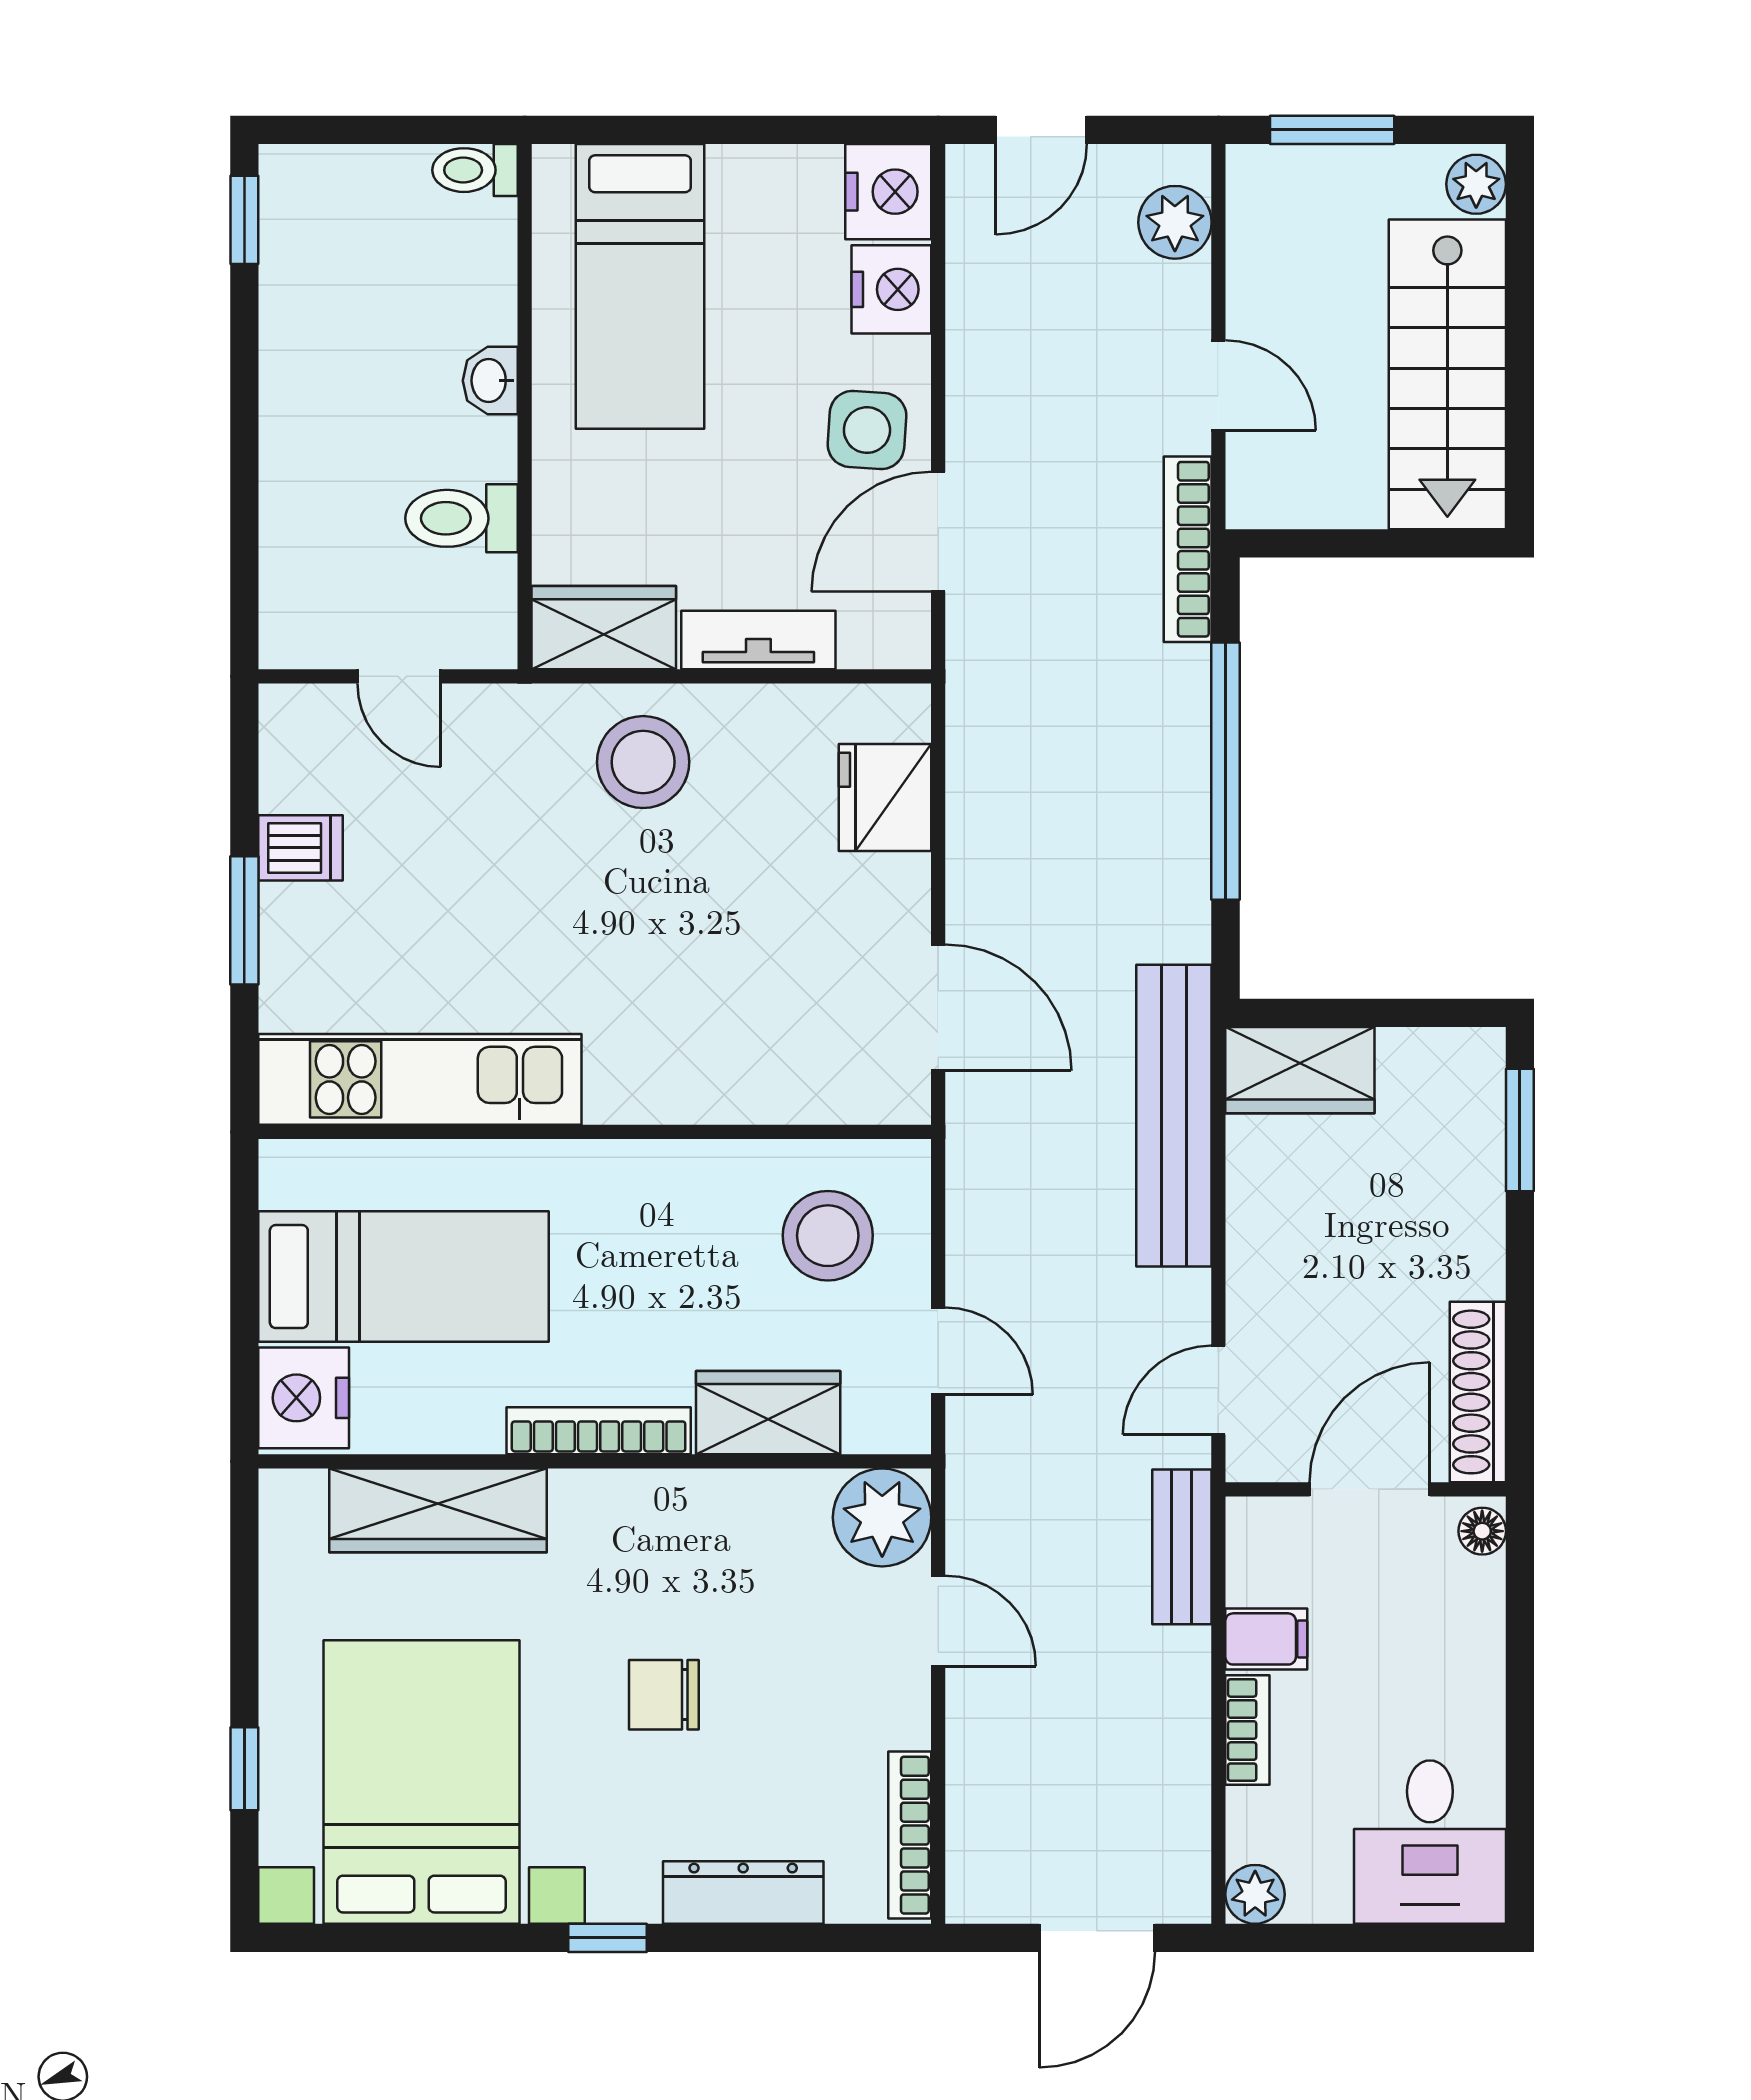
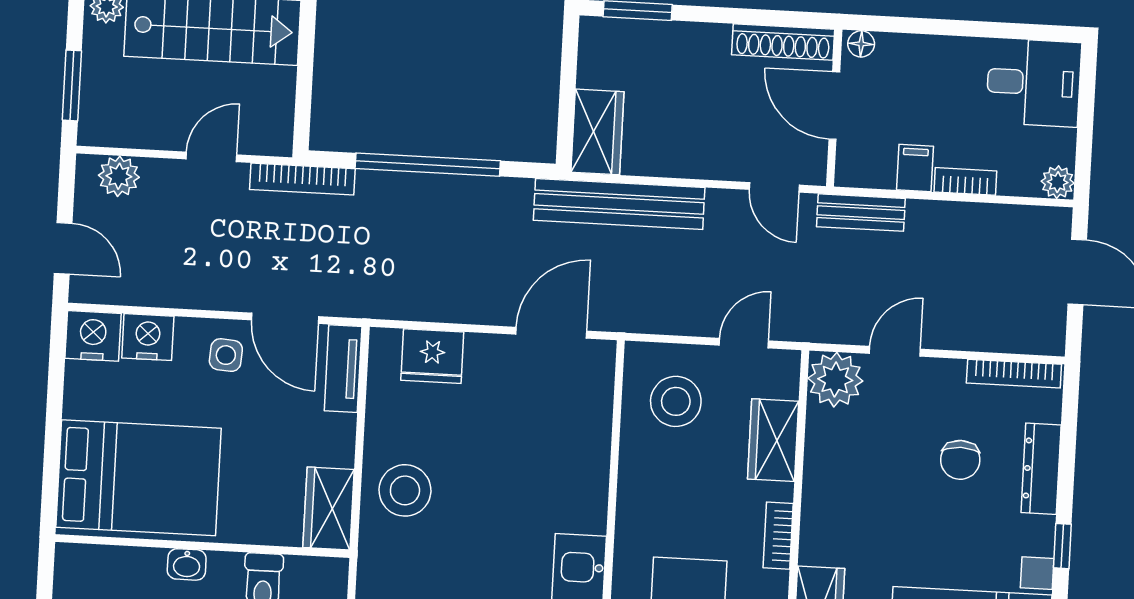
toilet: (475, 170) -> (68, 567), removed
bed: (640, 286) -> (139, 478), width x1.50
side table: (867, 430) -> (226, 355), width x0.73, depth x0.73
tv unit: (758, 640) -> (343, 369), moved
bookcase: (599, 1431) -> (778, 536), width x0.64
chair: (664, 1695) -> (960, 460), moved

